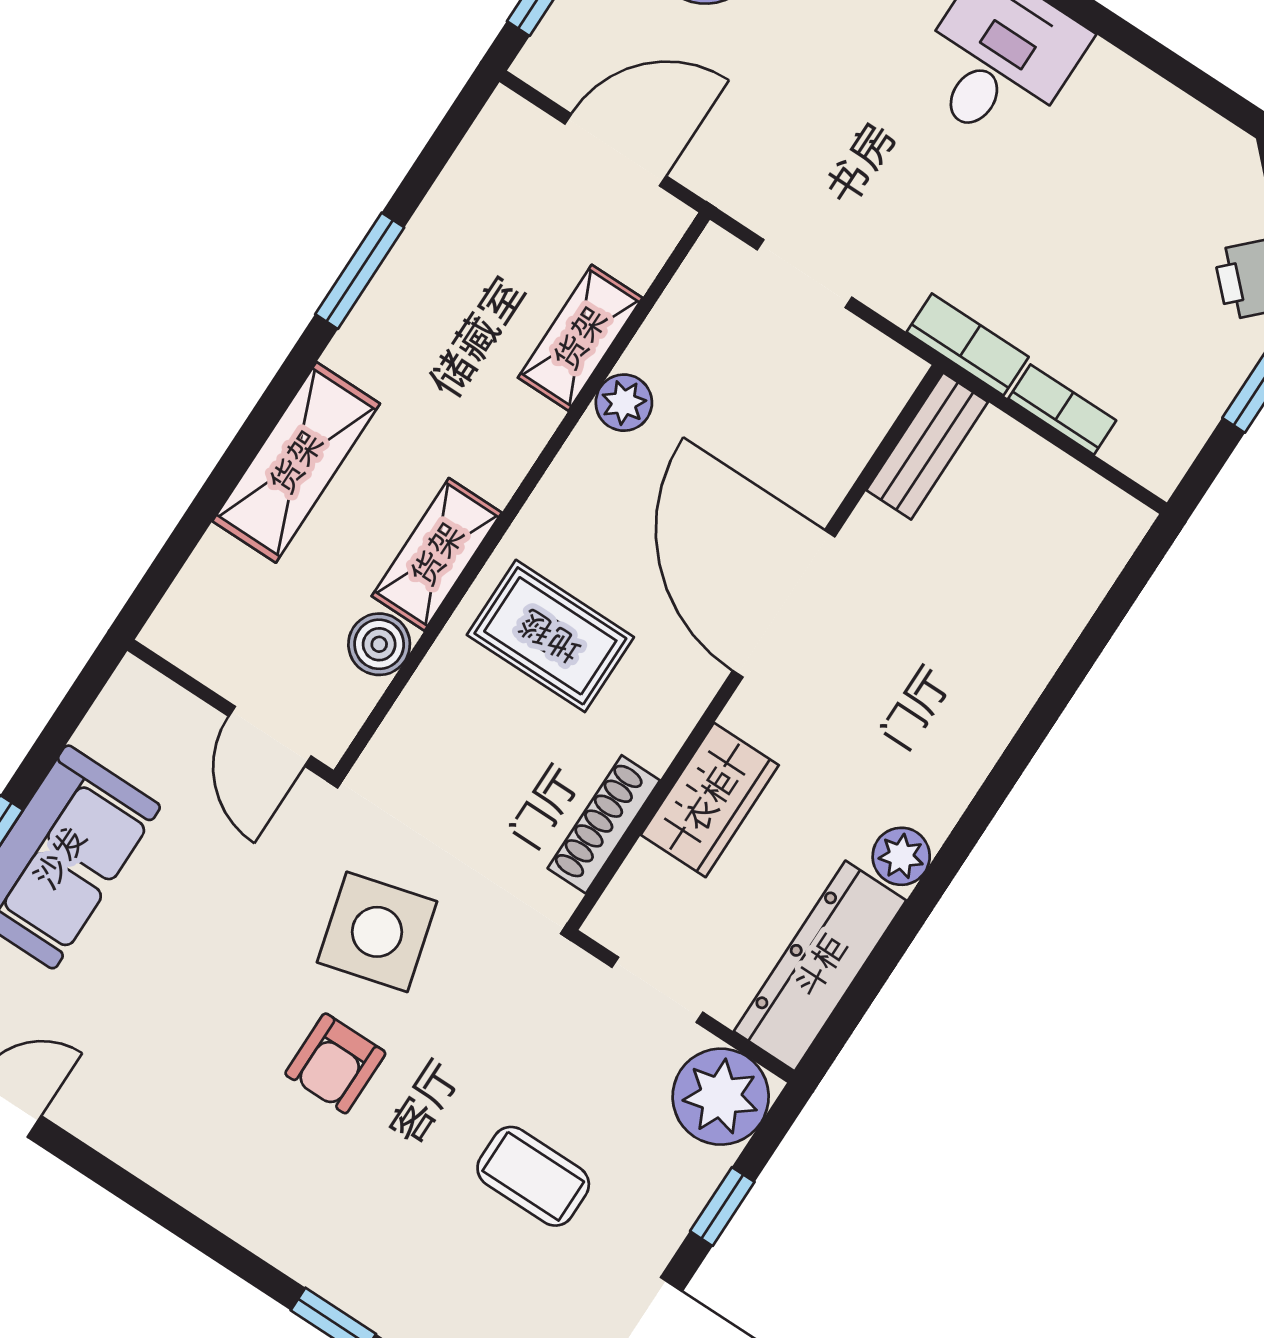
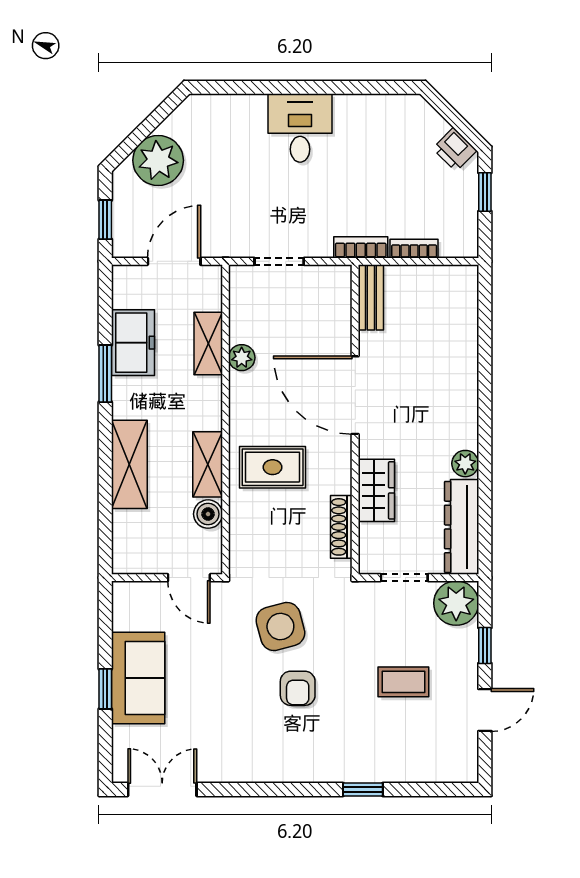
freezer: (446, 248) -> (133, 343), added

